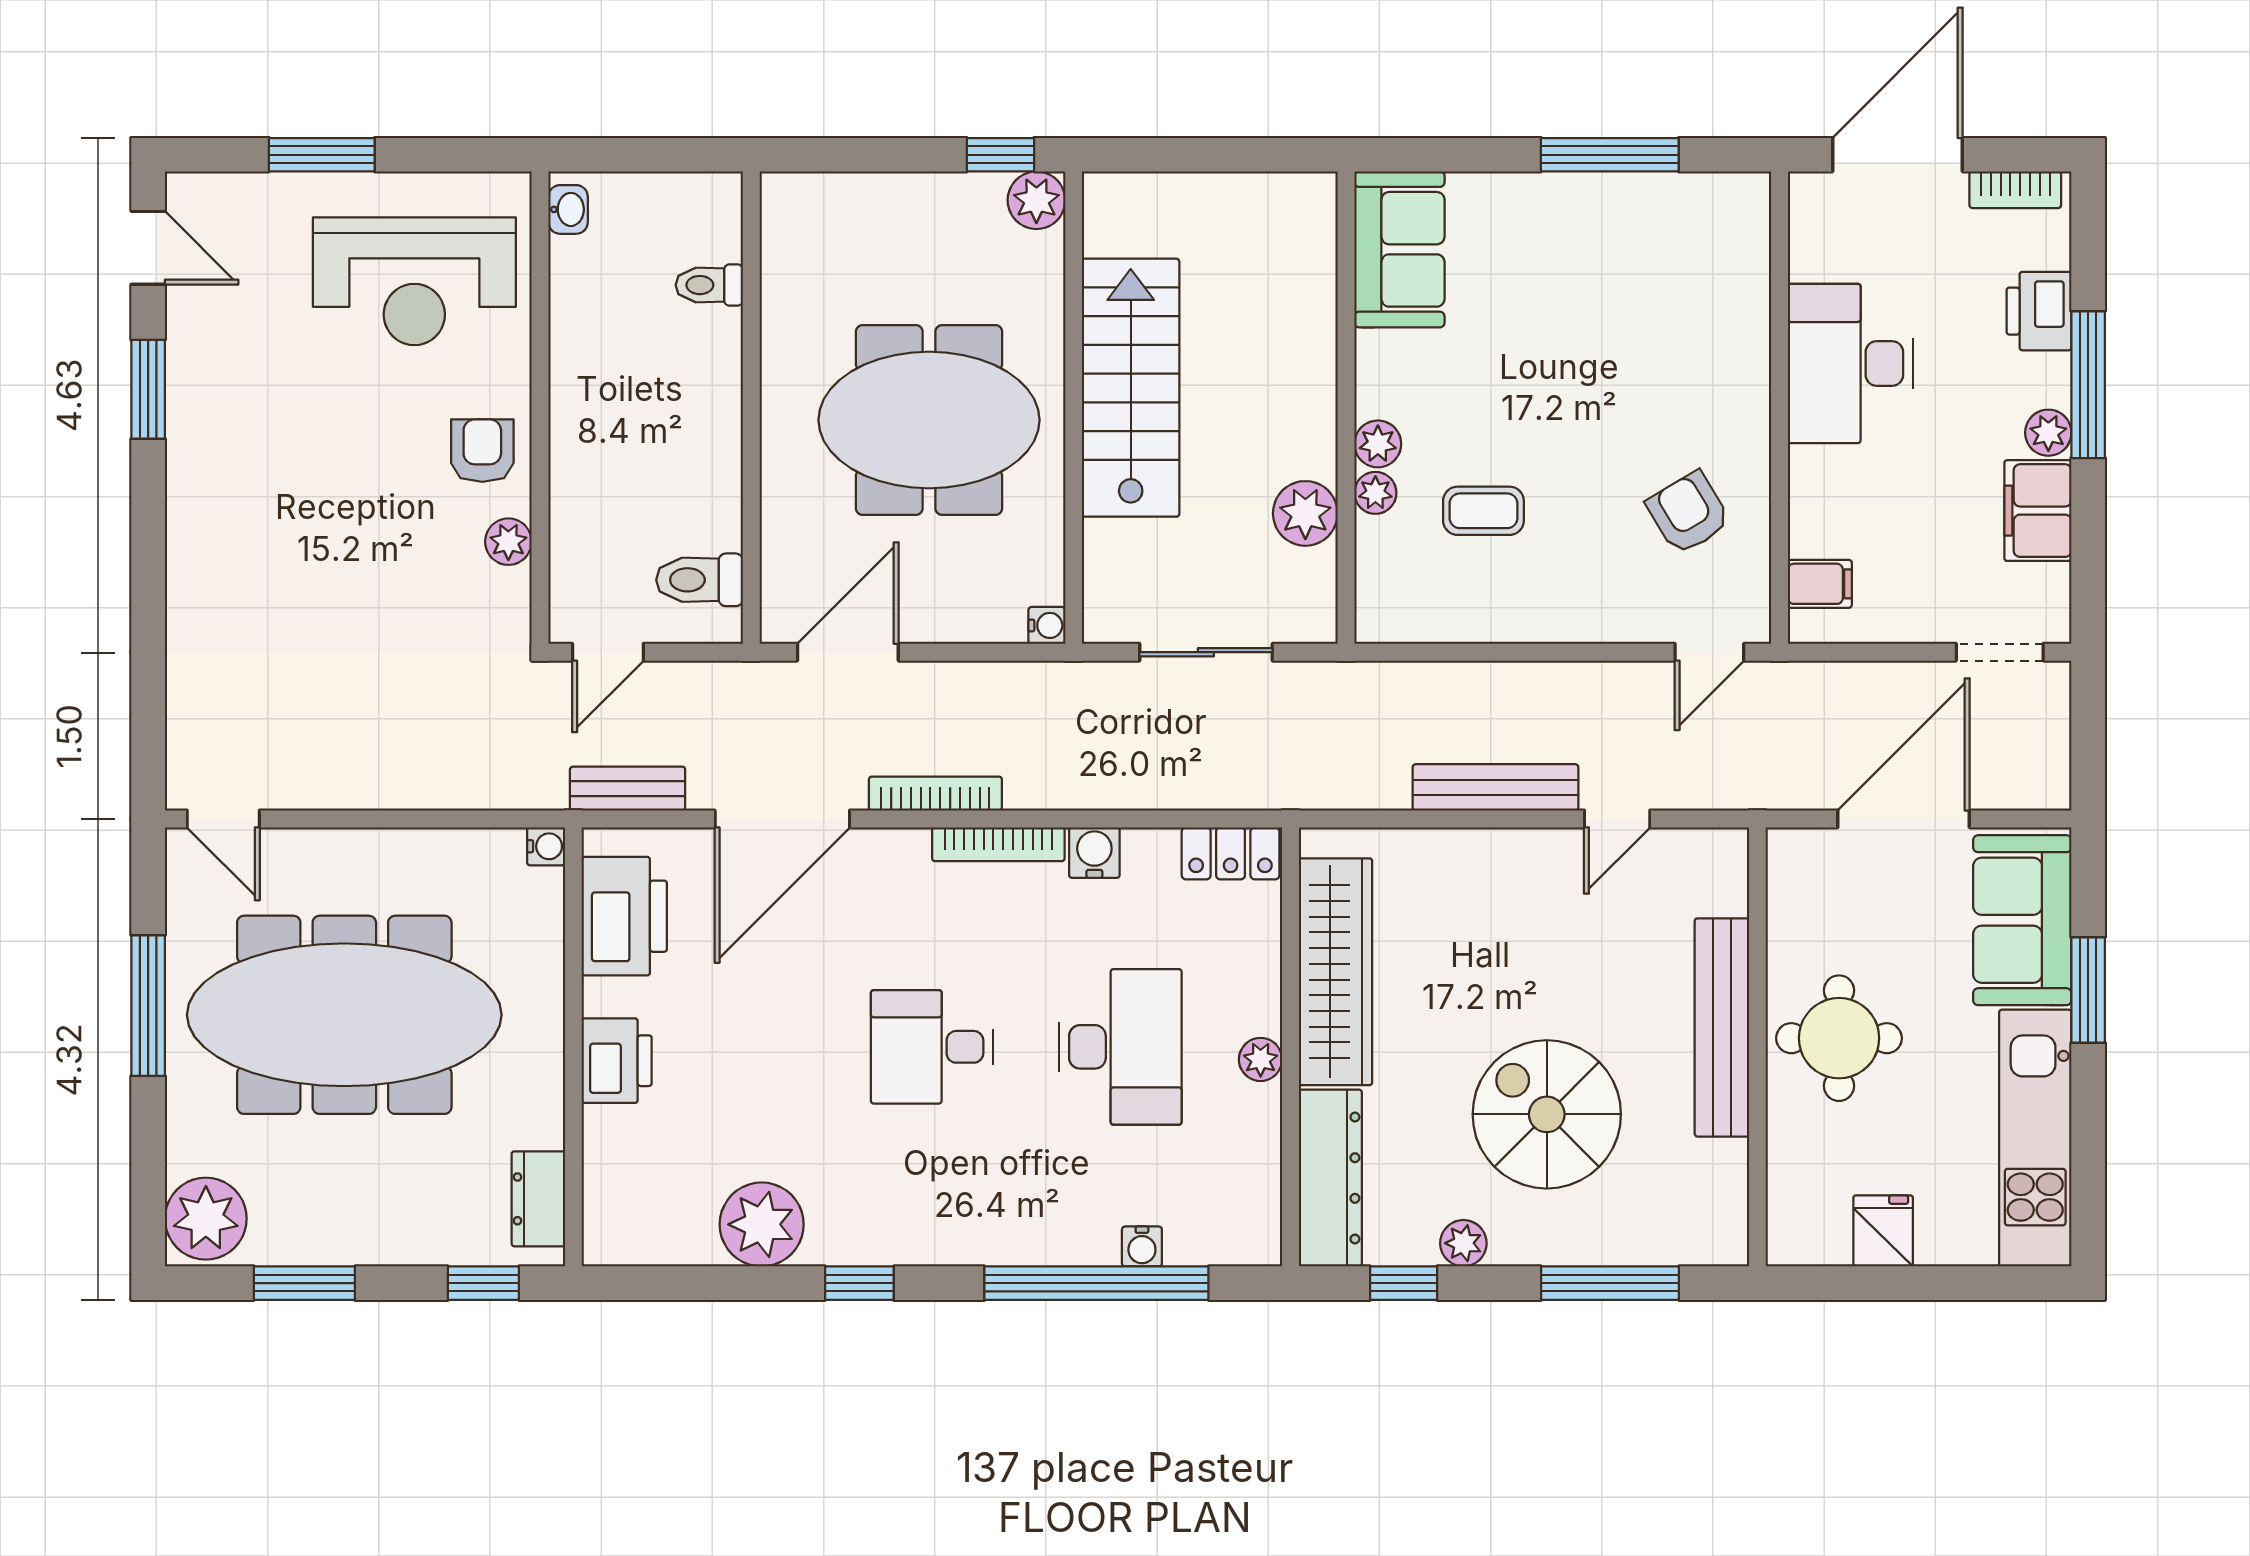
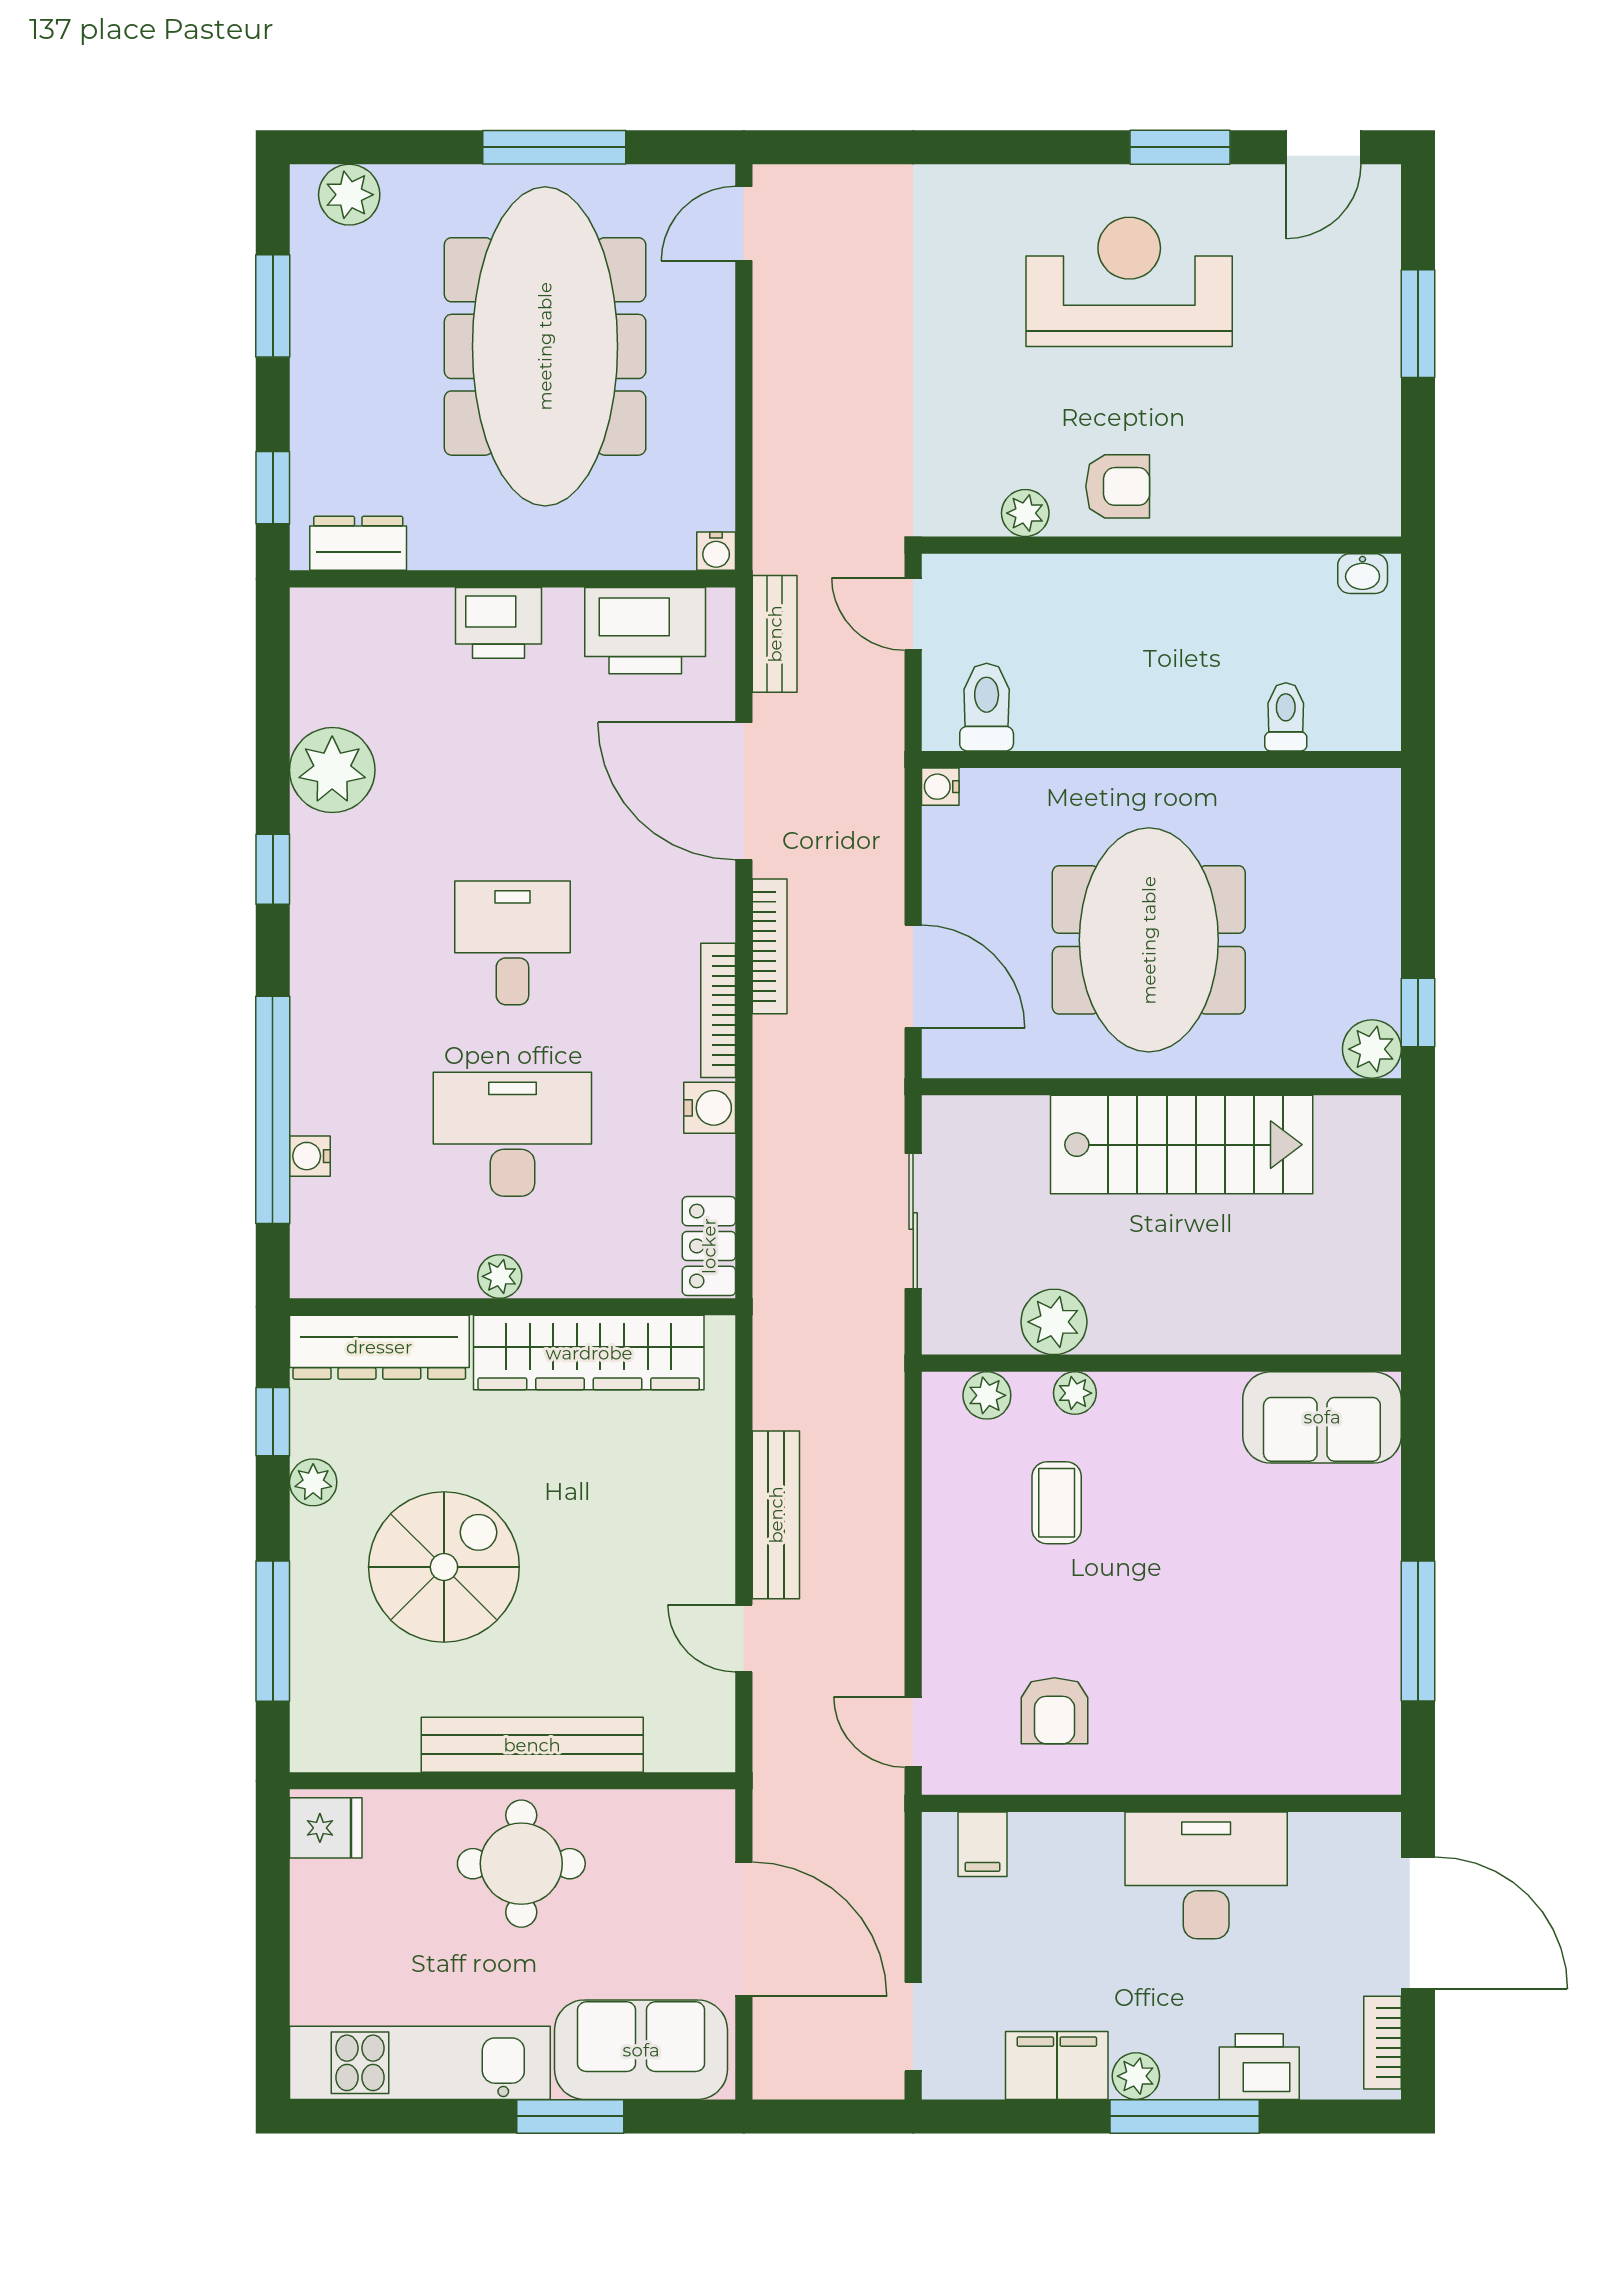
reception desk: (414, 281) -> (1129, 282), moved, turned 90
plant: (1378, 444) -> (987, 1395), moved
armchair: (1688, 513) -> (1055, 1711), turned 121
water cooler: (1047, 625) -> (940, 787), moved, turned 90
door: (848, 652) -> (913, 976), moved
desk: (1120, 1047) -> (512, 1134), turned 180
plant: (206, 1219) -> (349, 195), width x0.73, depth x0.73
fridge: (1883, 1231) -> (326, 1828), moved

